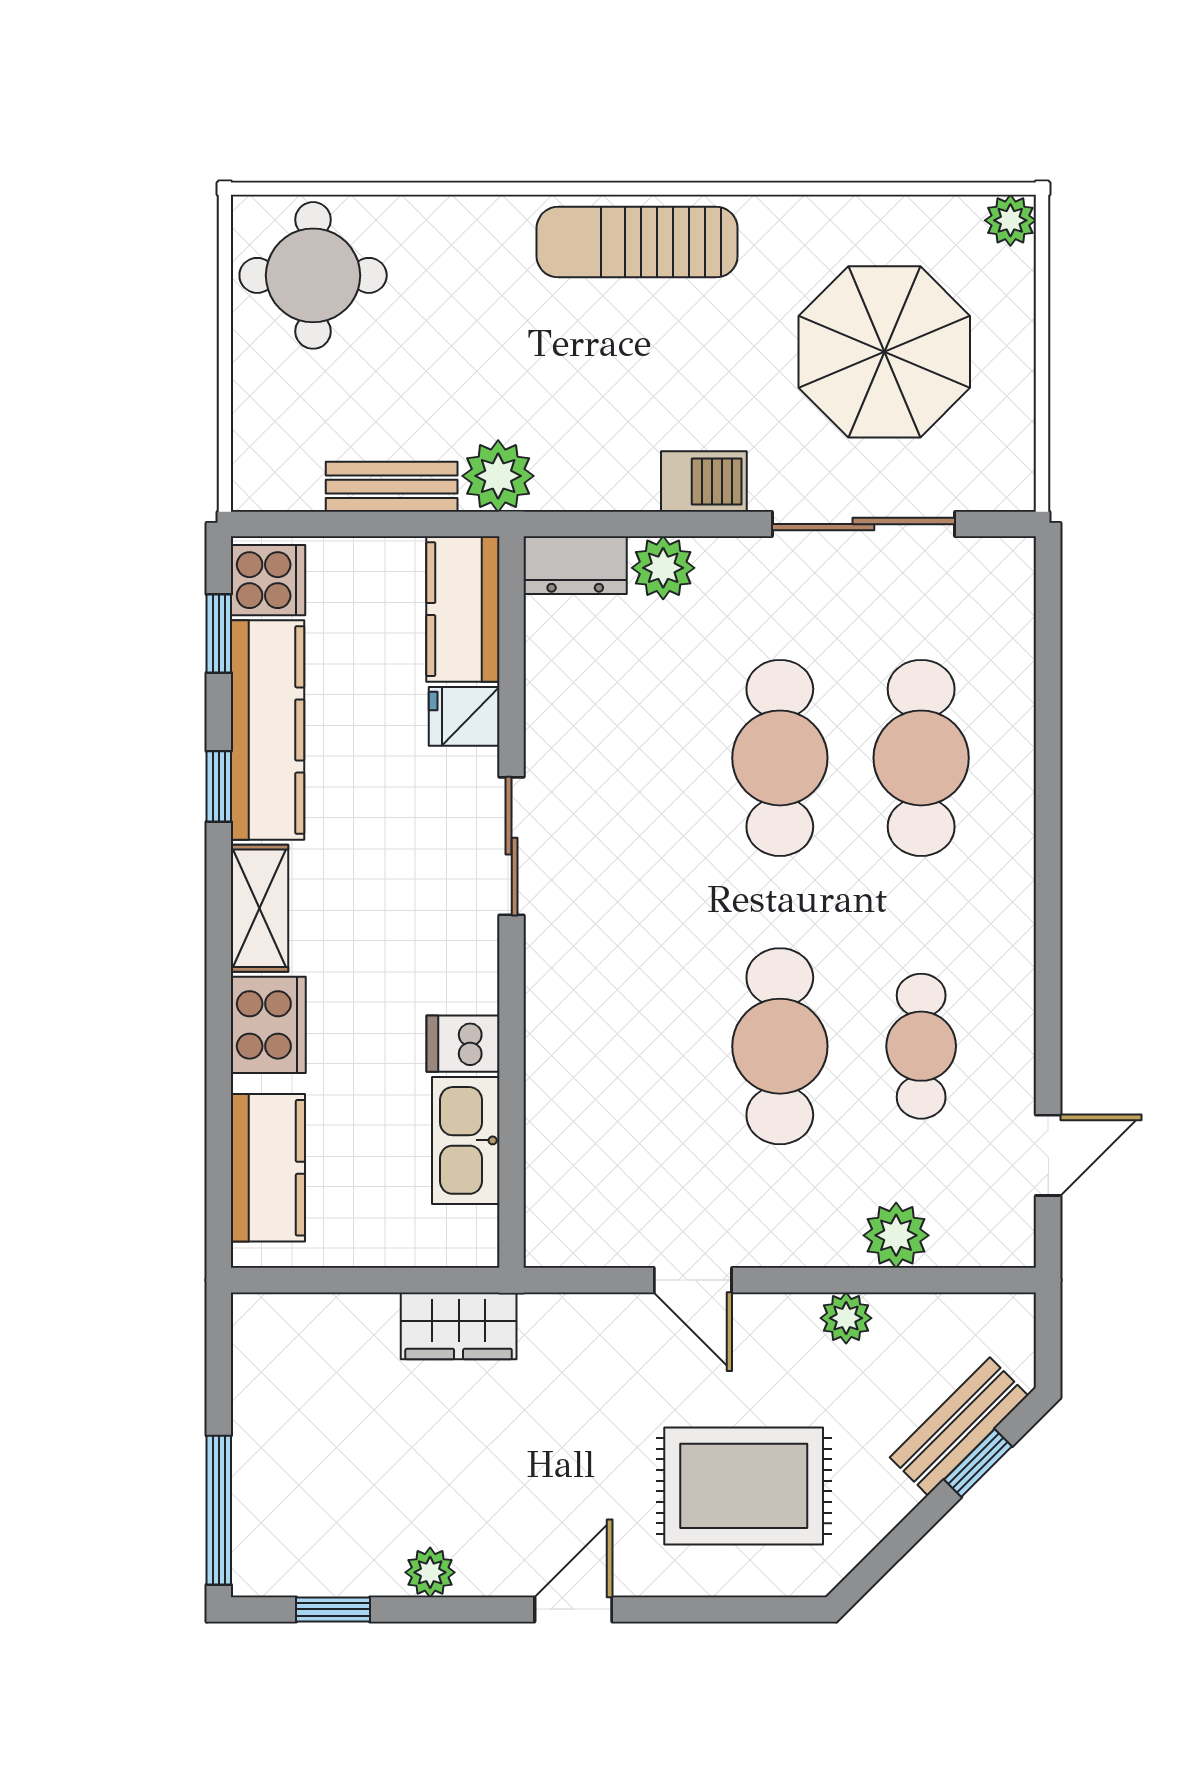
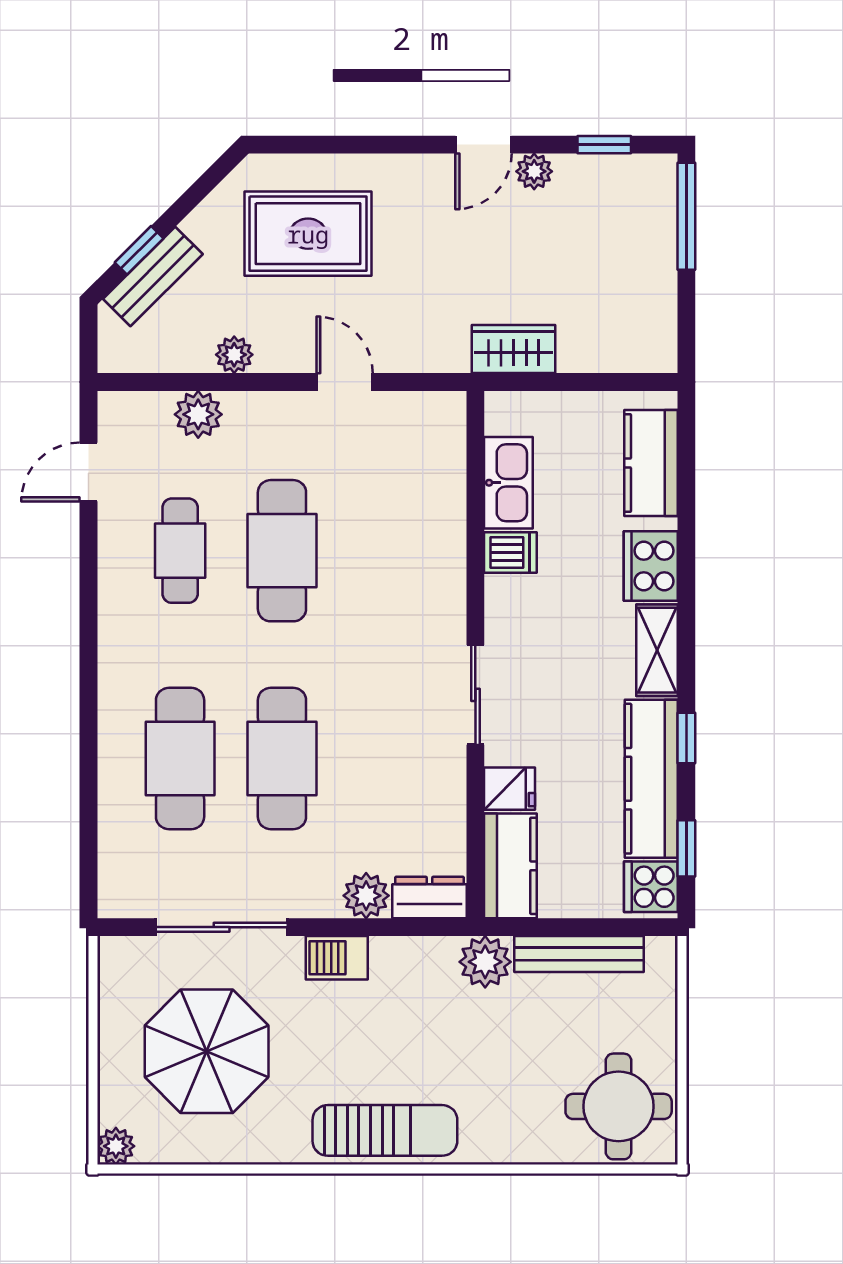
bench: (392, 487) -> (579, 954), width x1.36
door: (573, 1609) -> (483, 145), moved

